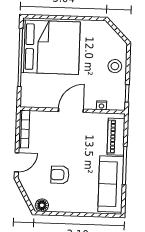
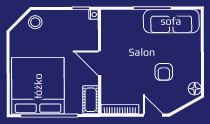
stool: (115, 66) -> (35, 22), moved
cot: (34, 100) -> (91, 100), added
nightstand: (102, 105) -> (93, 15), moved
piano: (116, 137) -> (124, 18), removed

